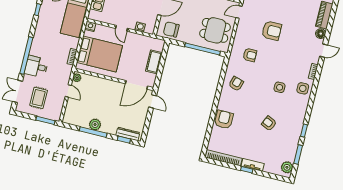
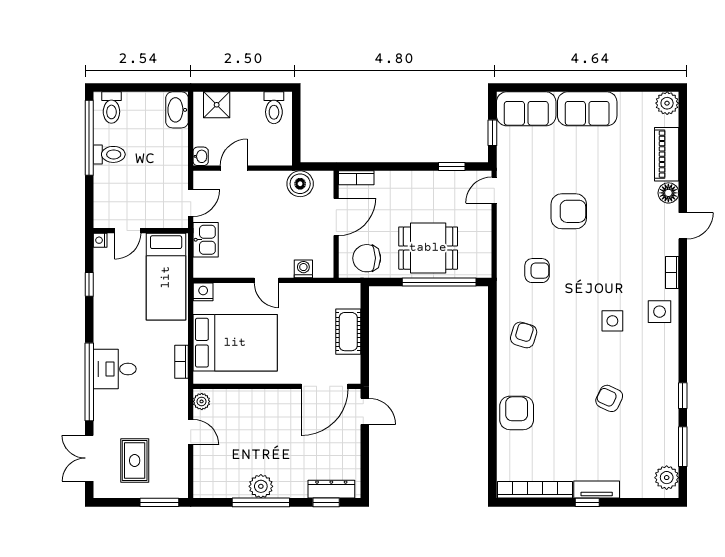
dining table: (215, 30) -> (428, 248), moved
desk: (36, 67) -> (115, 369), moved

